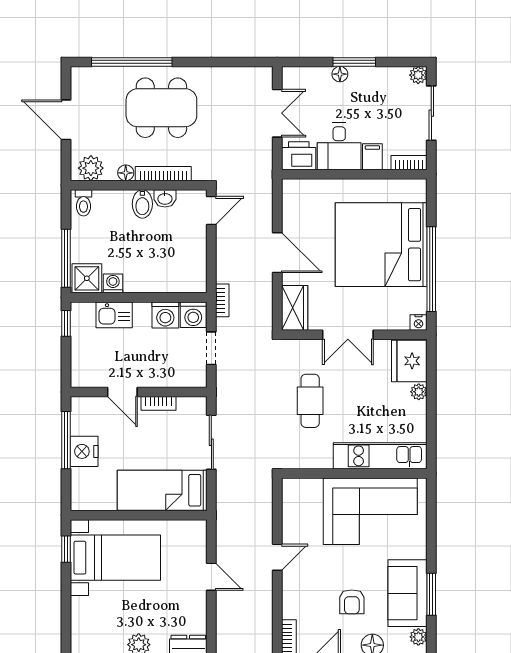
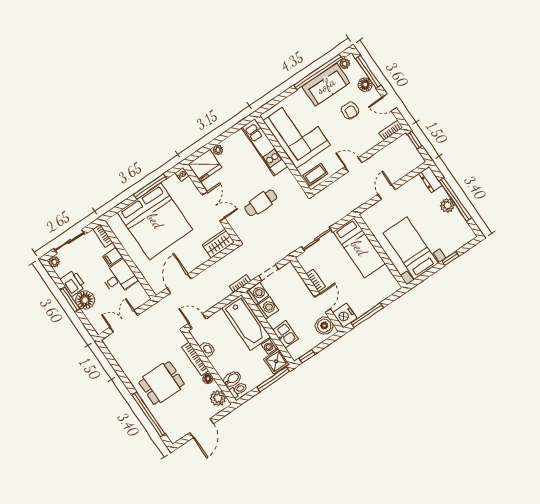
floor lamp: (340, 74) -> (85, 300), width x1.89, depth x1.89
dining table: (161, 108) -> (162, 383), width x0.73
printer: (299, 156) -> (73, 283), moved, turned 180
bidet: (142, 204) -> (232, 379), moved
door: (277, 253) -> (179, 283), moved
window: (431, 269) -> (150, 187), width x0.68
bathtub: (166, 274) -> (246, 322), added
boiler: (91, 374) -> (324, 326), added
nightstand: (84, 451) -> (345, 316), moved, turned 90
coffee table: (299, 498) -> (315, 174), added
window: (66, 549) -> (450, 258), moved
window: (431, 594) -> (318, 72), width x2.11
armchair: (352, 602) -> (350, 110), turned 90

